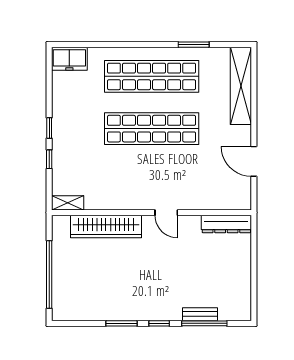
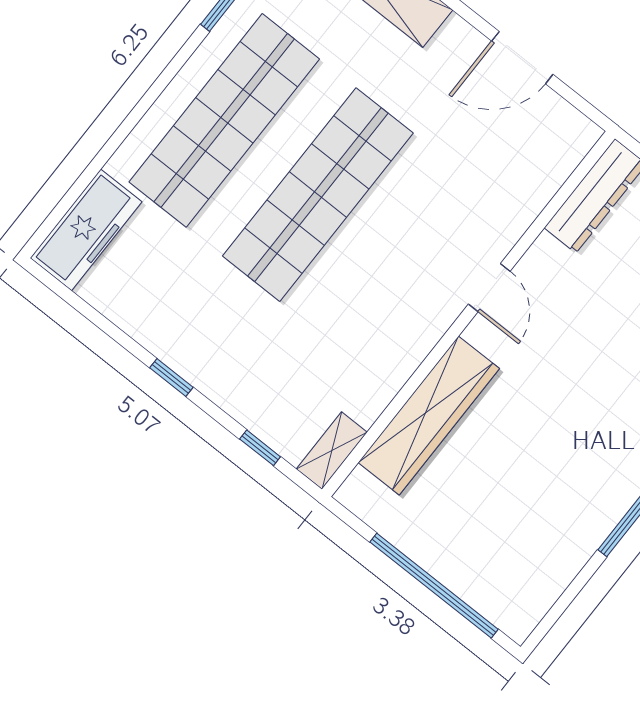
freezer: (69, 59) -> (86, 230), width x1.40
window: (49, 159) -> (260, 448), moved
door: (166, 213) -> (489, 288), hinge flipped

